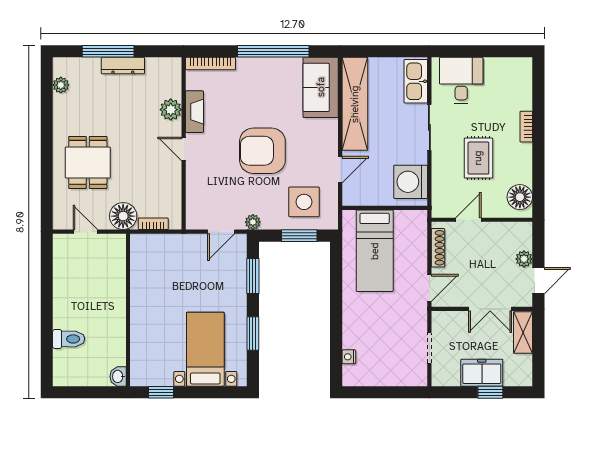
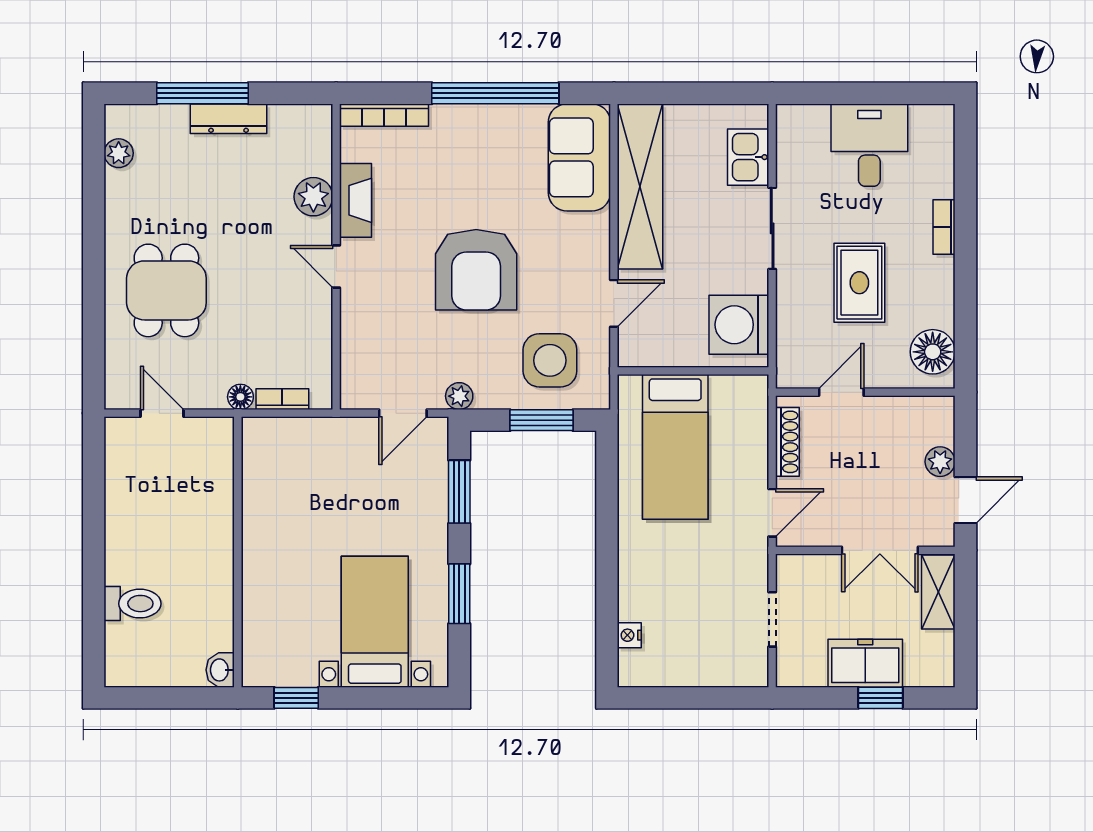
desk: (461, 80) -> (869, 145), moved
kitchen sink: (416, 81) -> (748, 157), width x0.73
armchair: (262, 151) -> (476, 270), turned -90
floor lamp: (123, 216) -> (240, 397), width x0.53, depth x0.53

